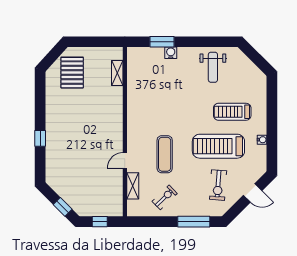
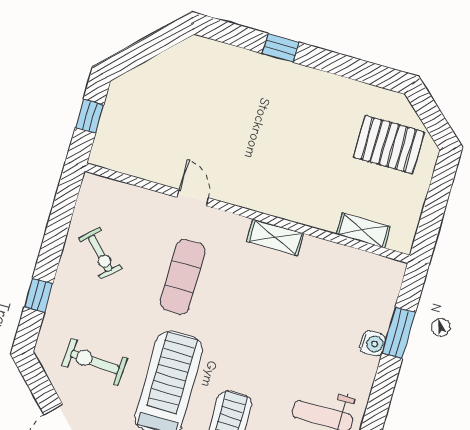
exercise mat: (165, 154) -> (183, 277), turned 90
shelving: (133, 186) -> (275, 237), moved
window: (63, 207) -> (138, 54), removed
window: (194, 222) -> (38, 295), width x0.46

